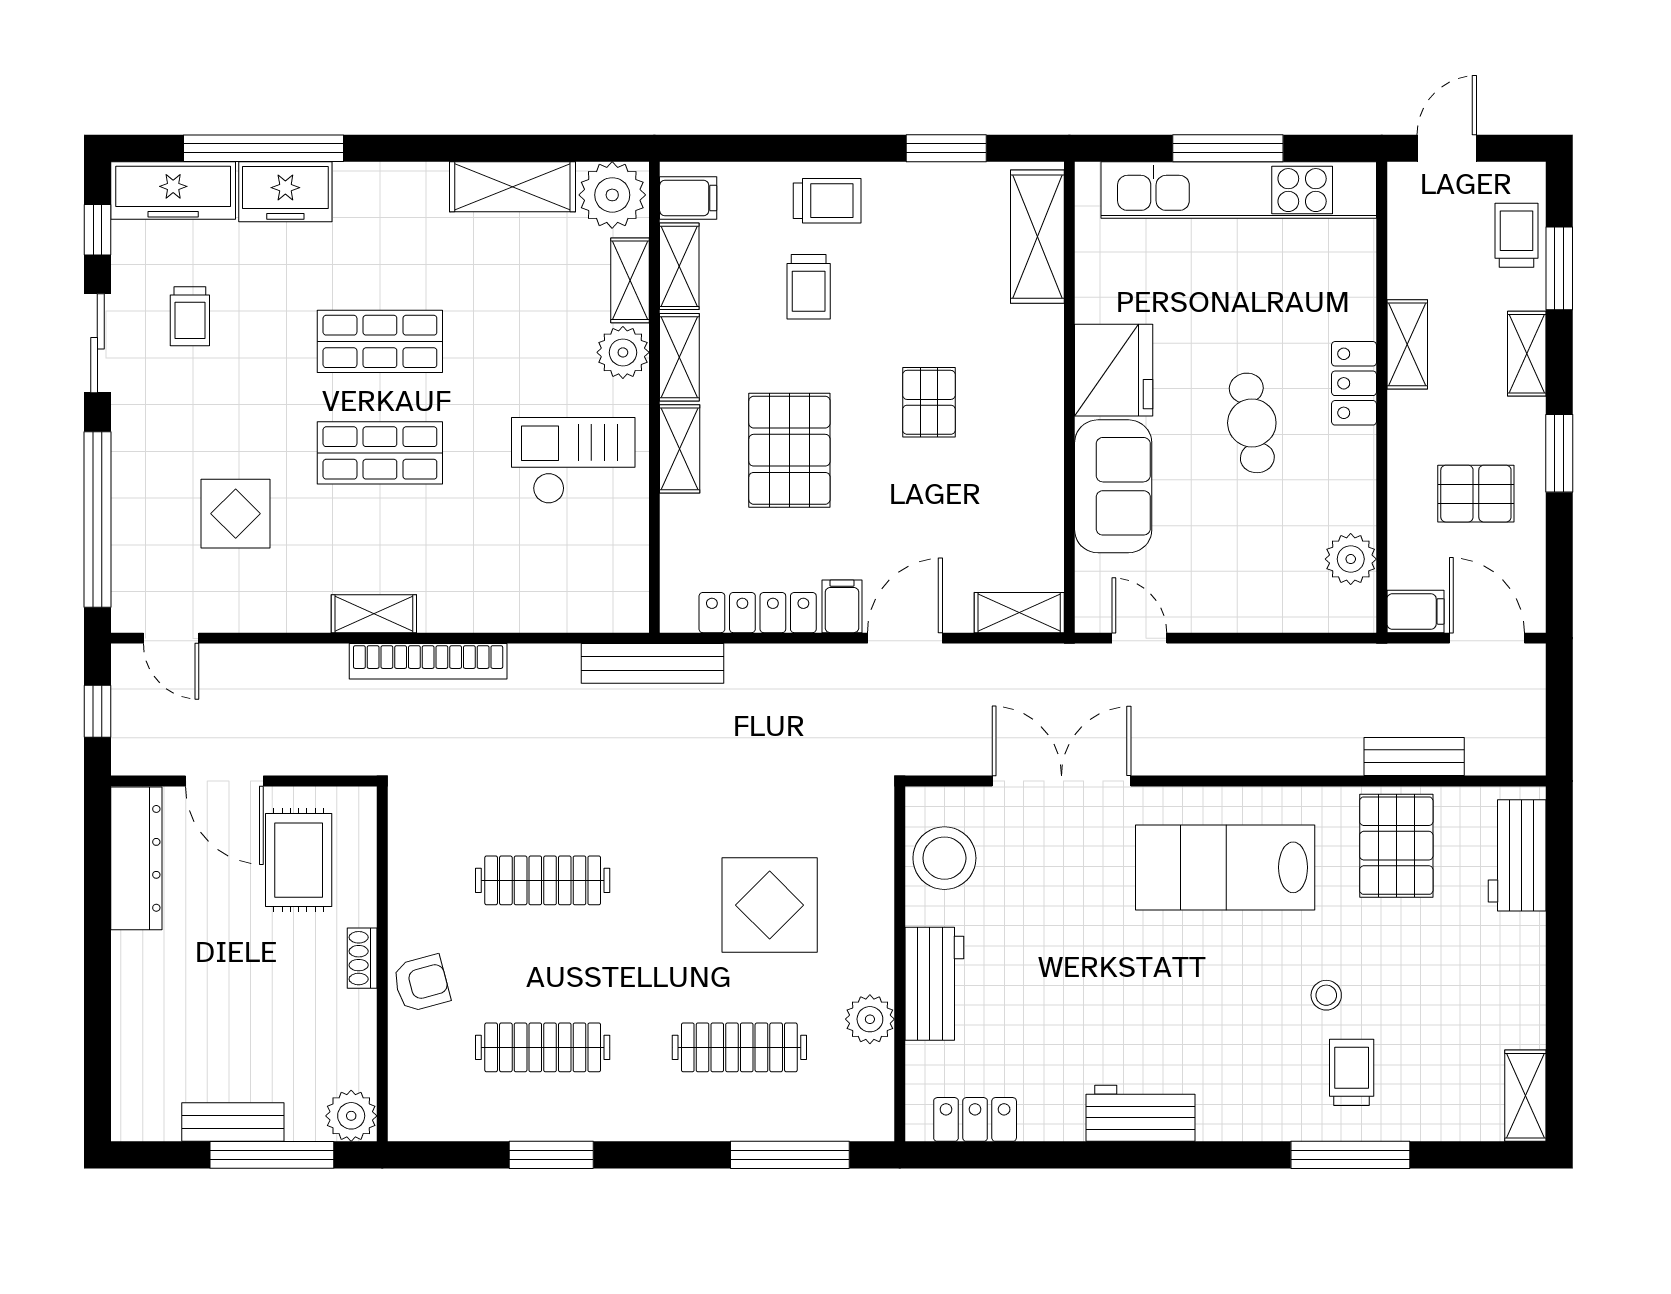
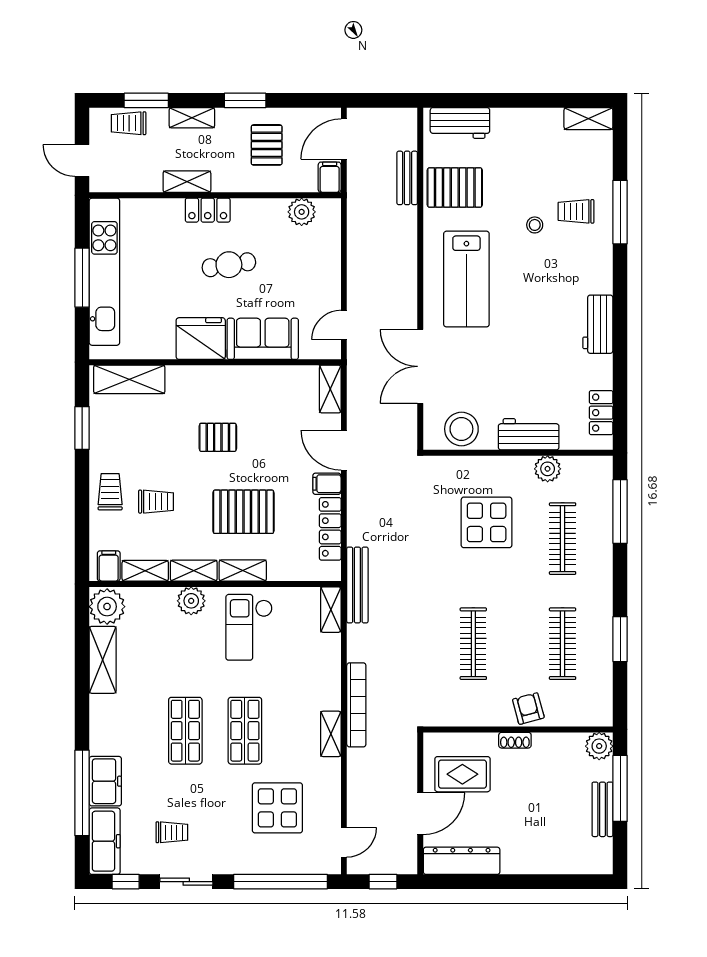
shelving: (630, 280) -> (331, 610), moved, turned 90
display table: (236, 514) -> (277, 808), width x1.36, depth x1.36

